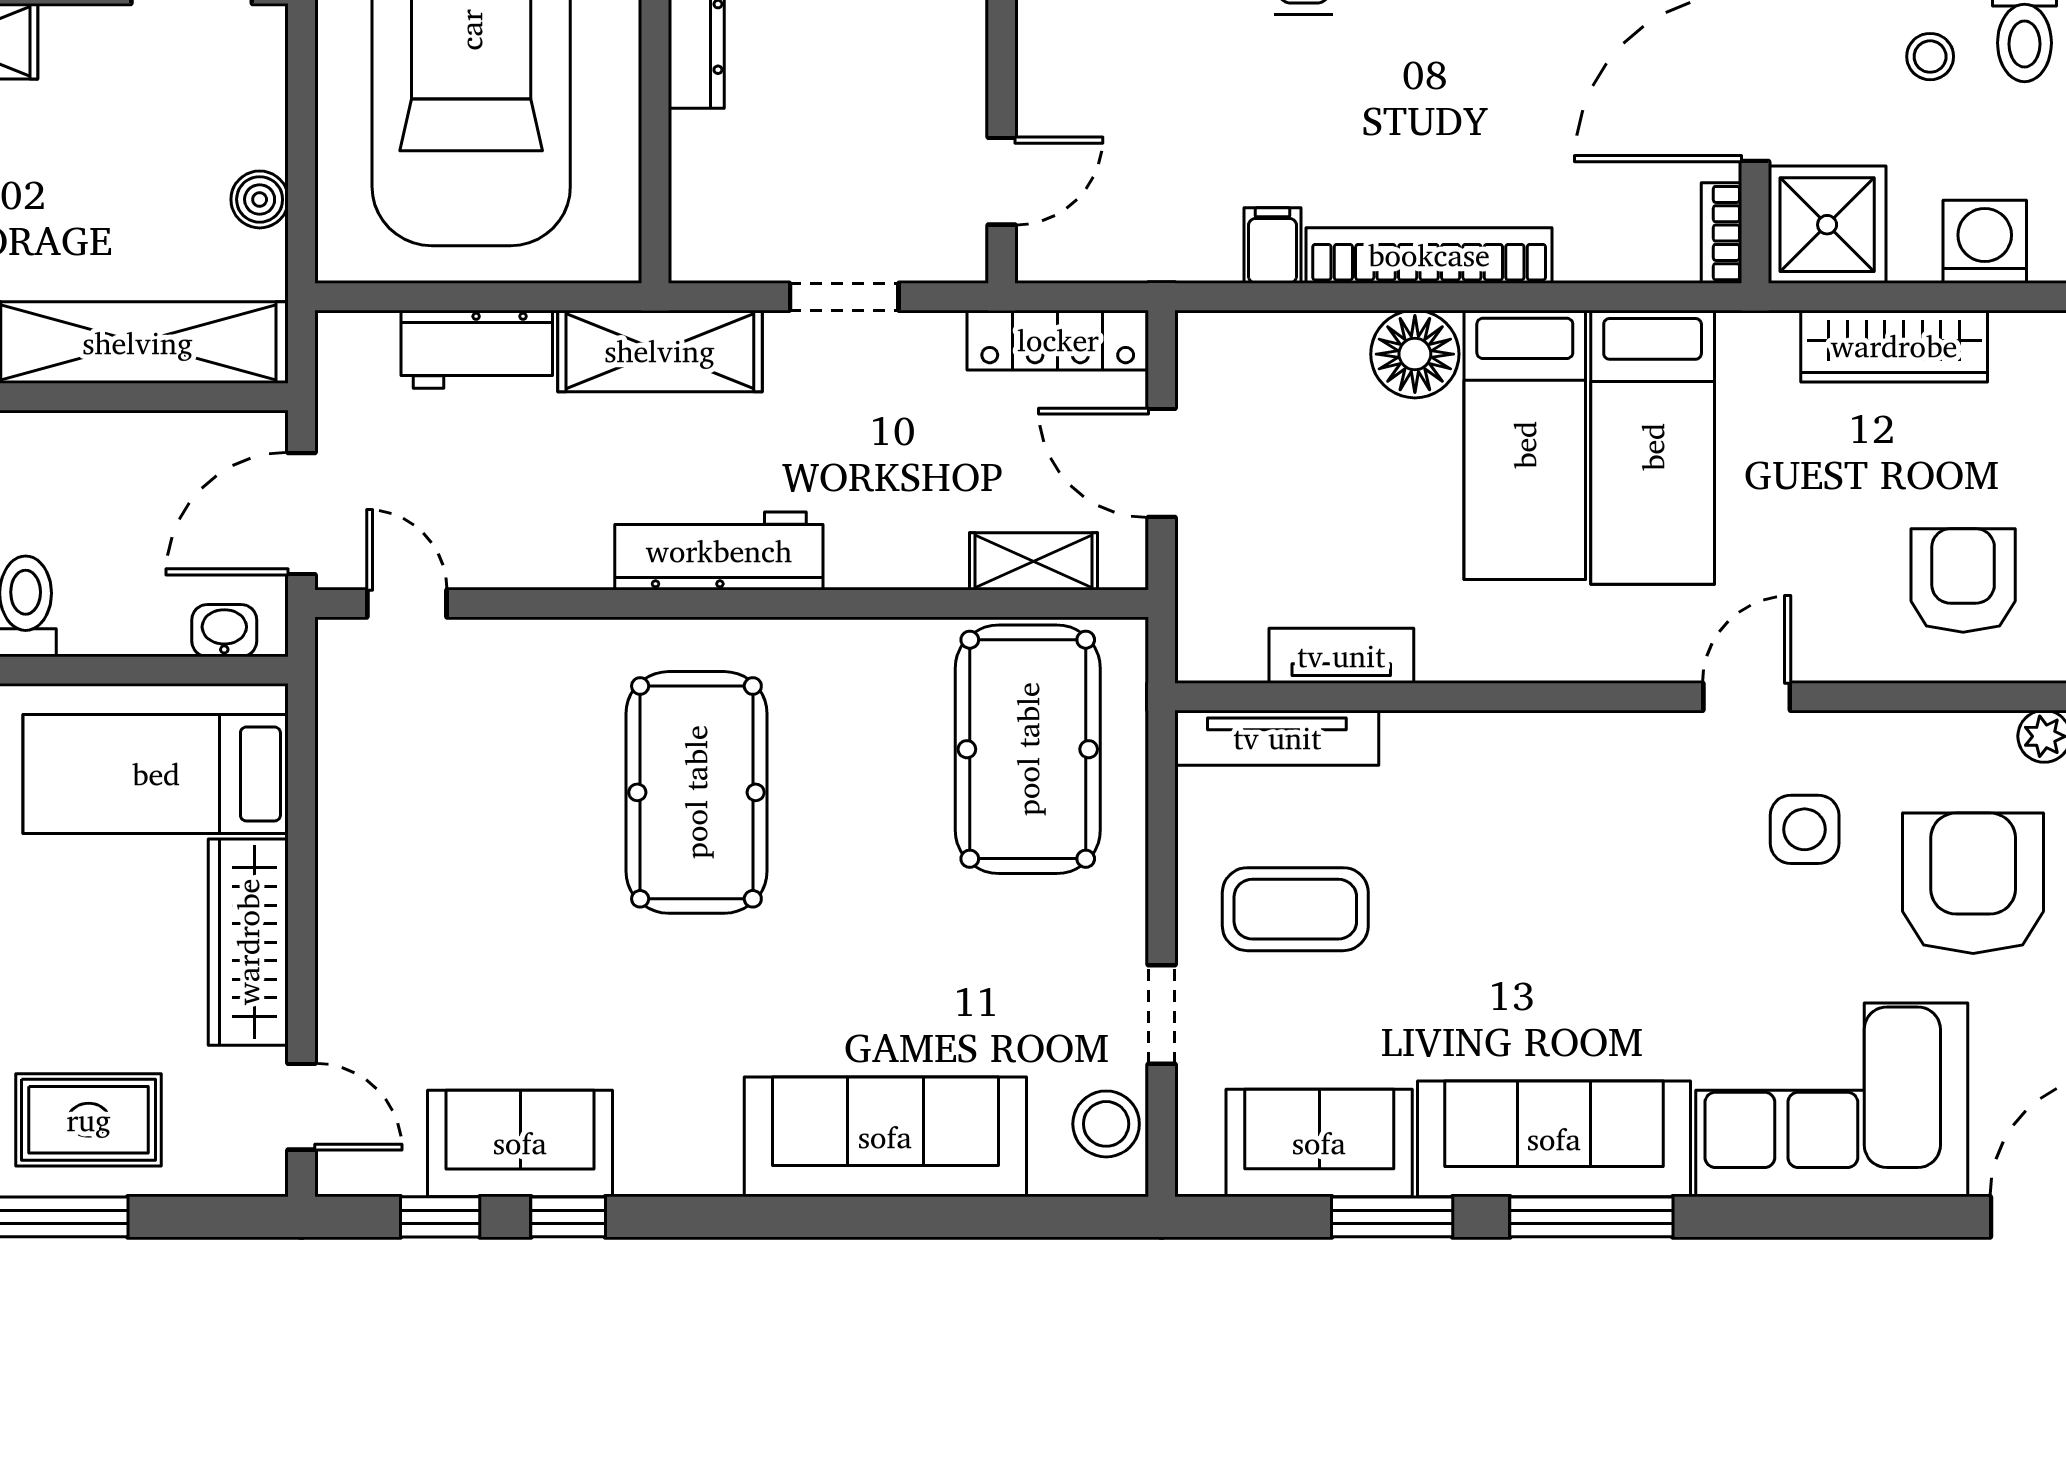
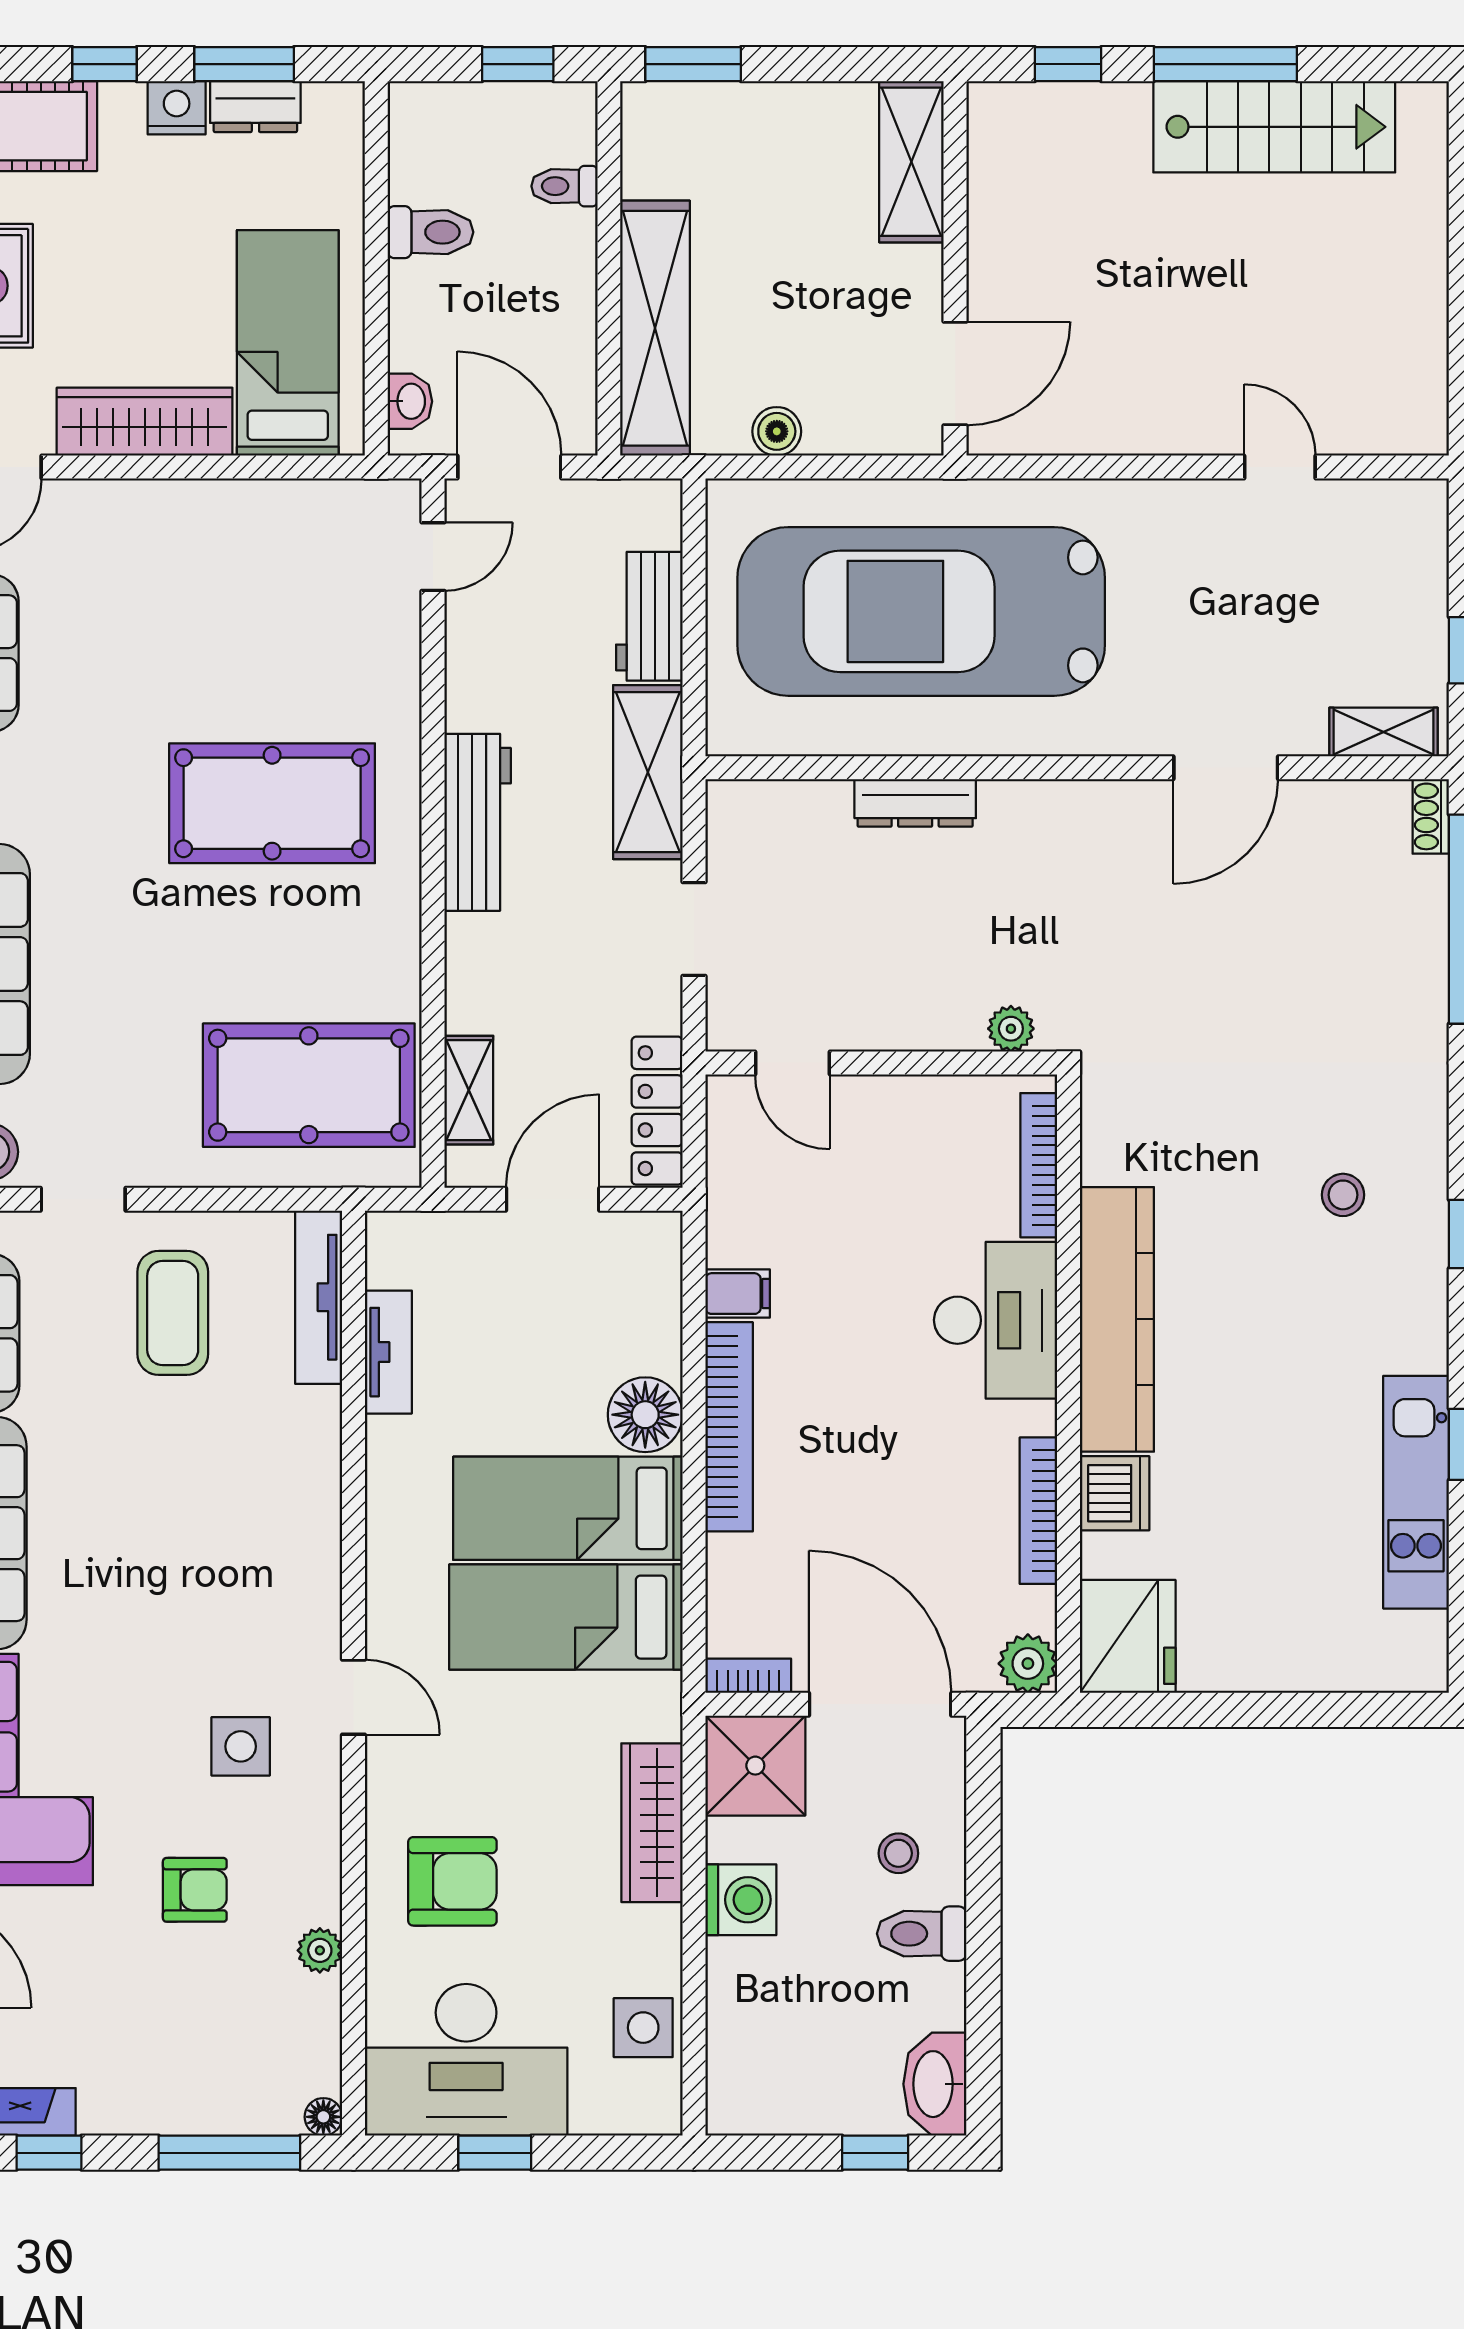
armchair: (1973, 883) -> (195, 1890), width x0.53, depth x0.53

